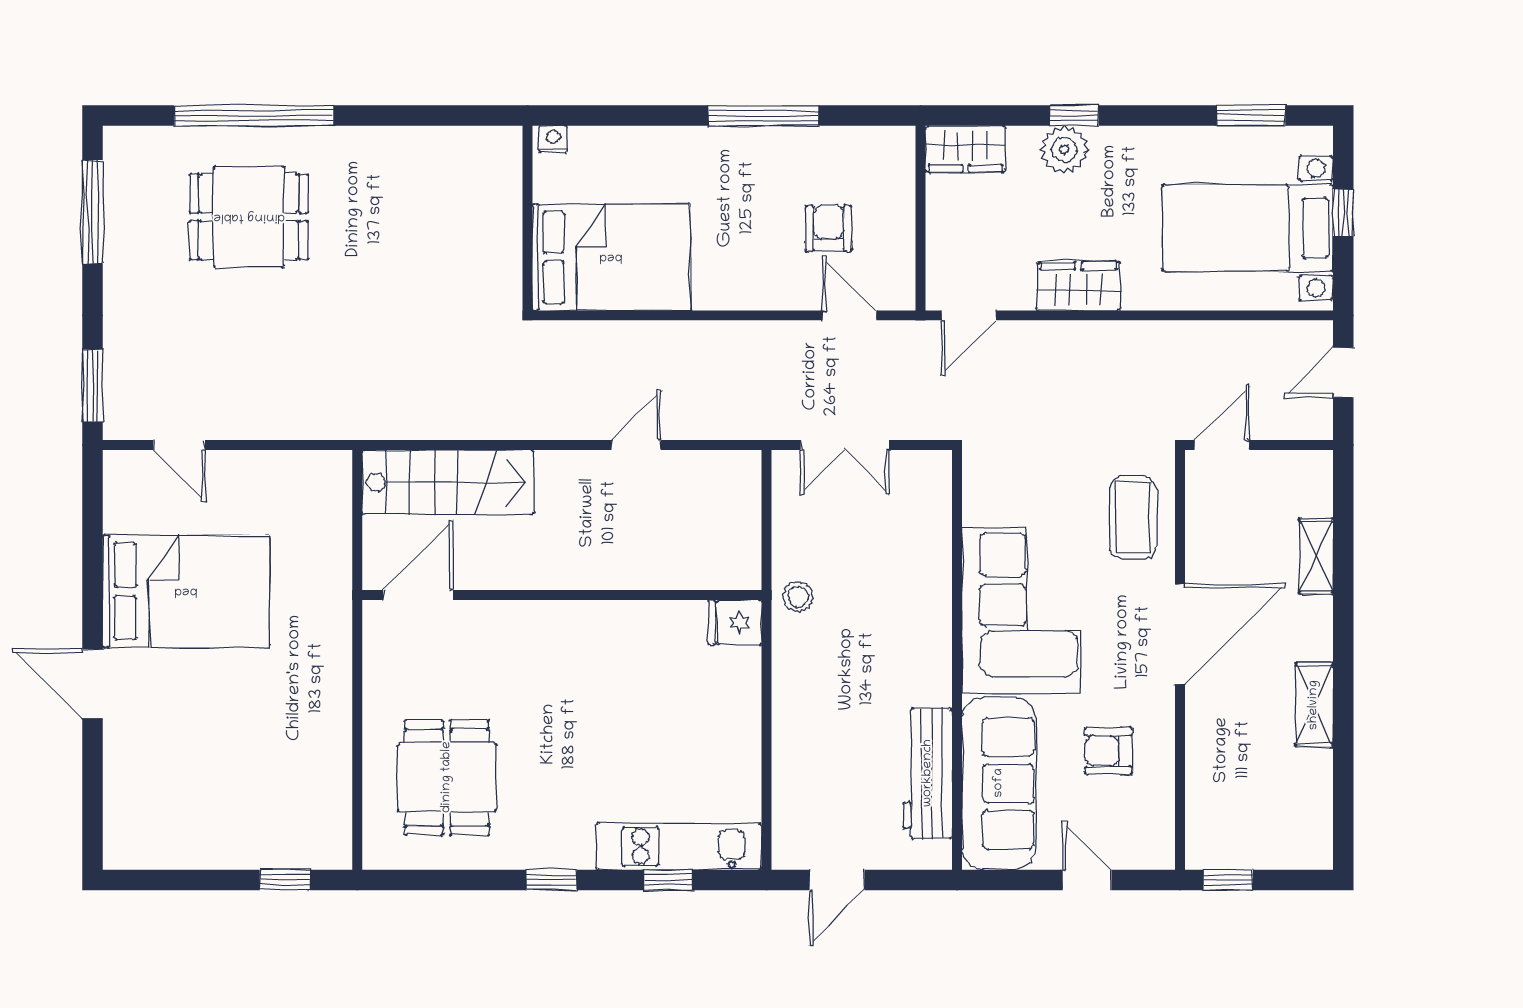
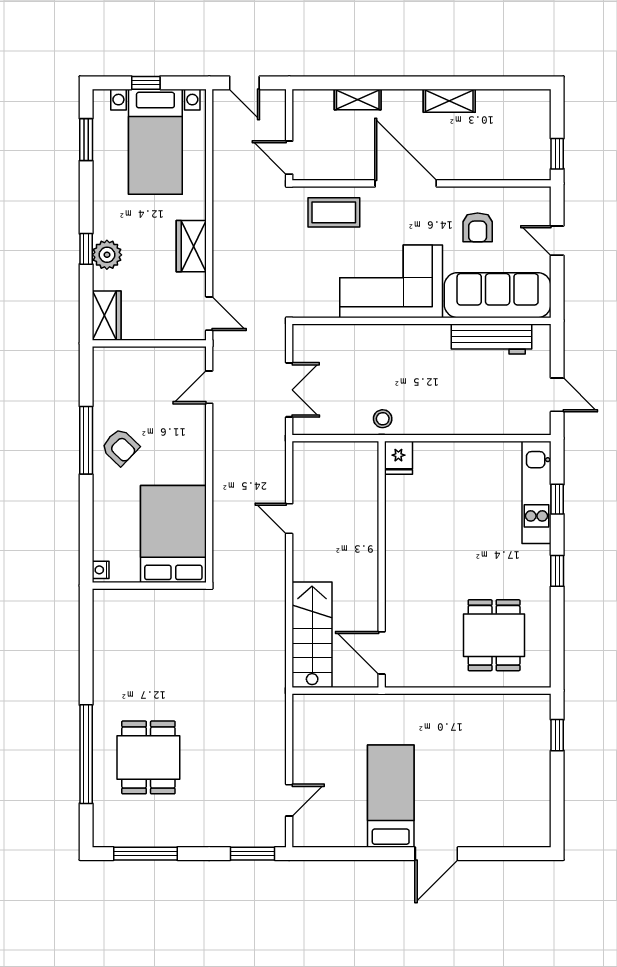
armchair: (829, 228) -> (120, 447), moved, turned -136
bed: (186, 591) -> (391, 796), width x0.67
dining table: (447, 777) -> (494, 635), turned 90
door: (1087, 880) -> (557, 241), hinge flipped

